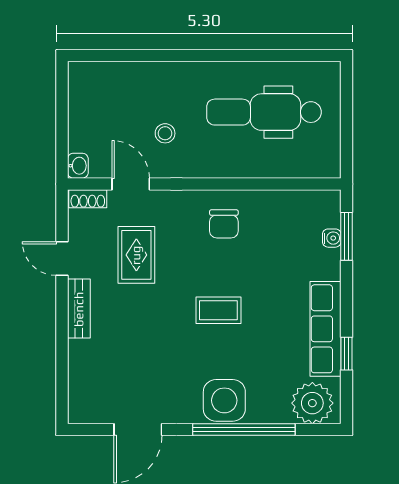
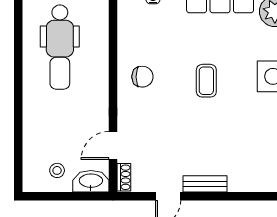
stool: (165, 133) -> (57, 170), moved
washbasin: (78, 166) -> (91, 181), width x1.91, depth x1.45
rug: (136, 255) -> (165, 141), removed

